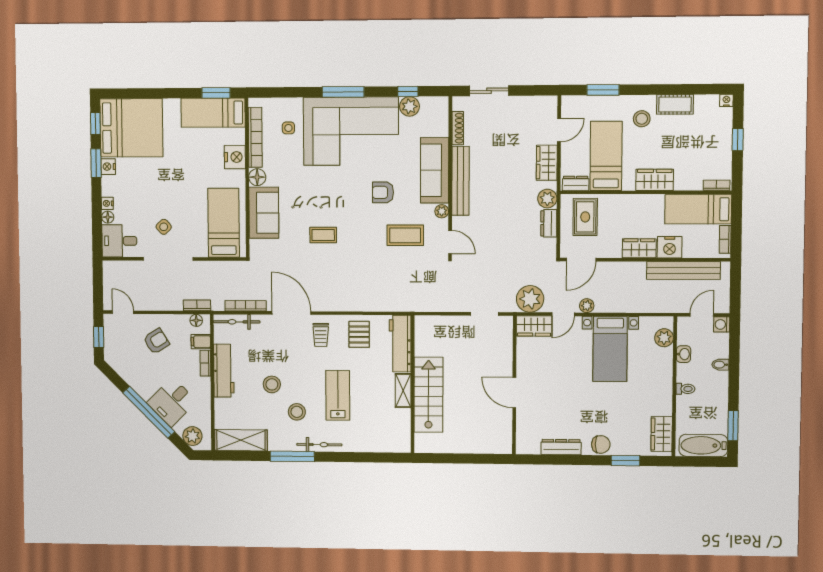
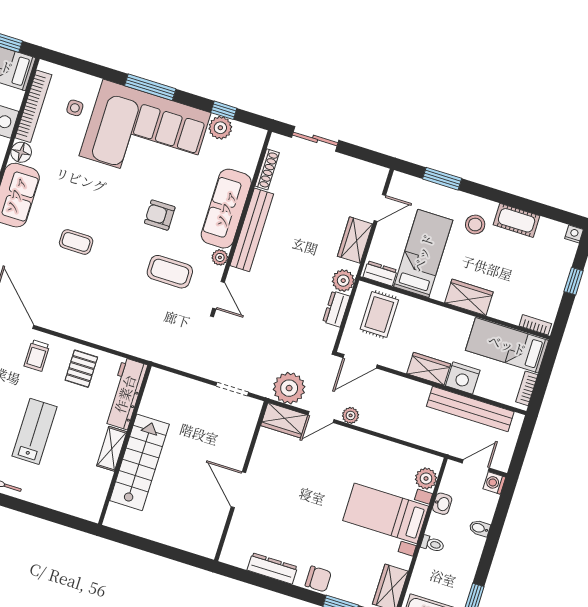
bed with nightstands: (610, 349) -> (386, 513), moved, turned 90

